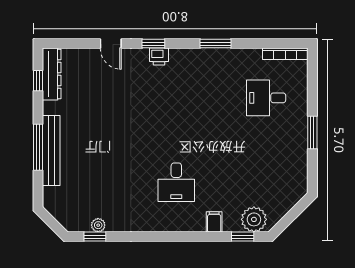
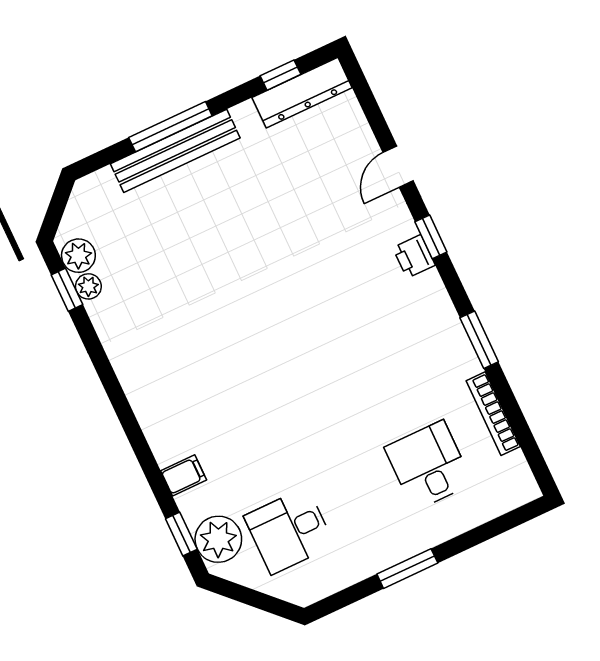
bookcase: (285, 54) -> (493, 414), moved
desk: (176, 182) -> (289, 531), moved
plant: (81, 223) -> (78, 256), added

